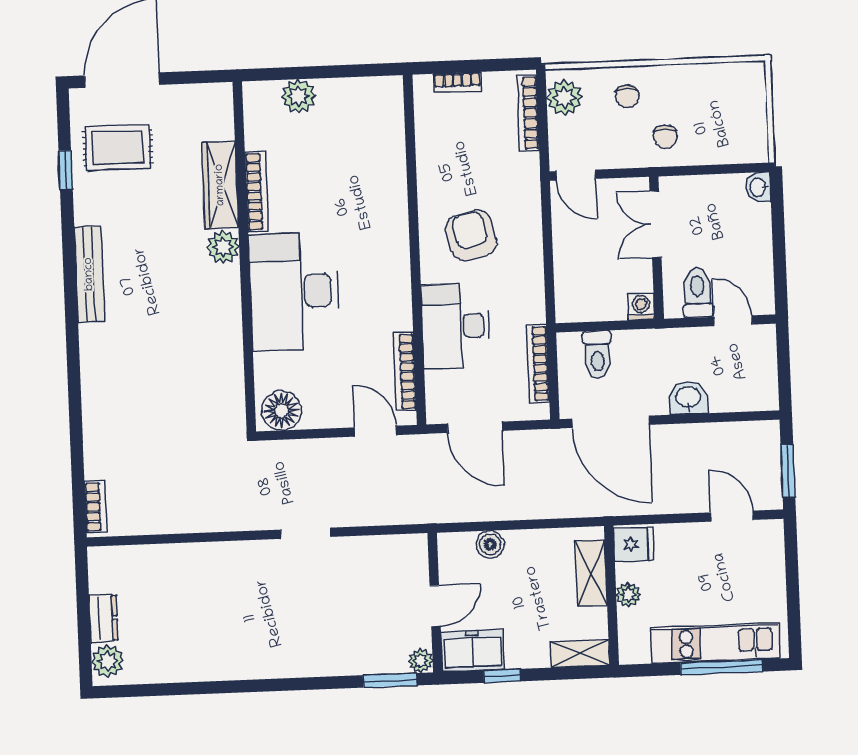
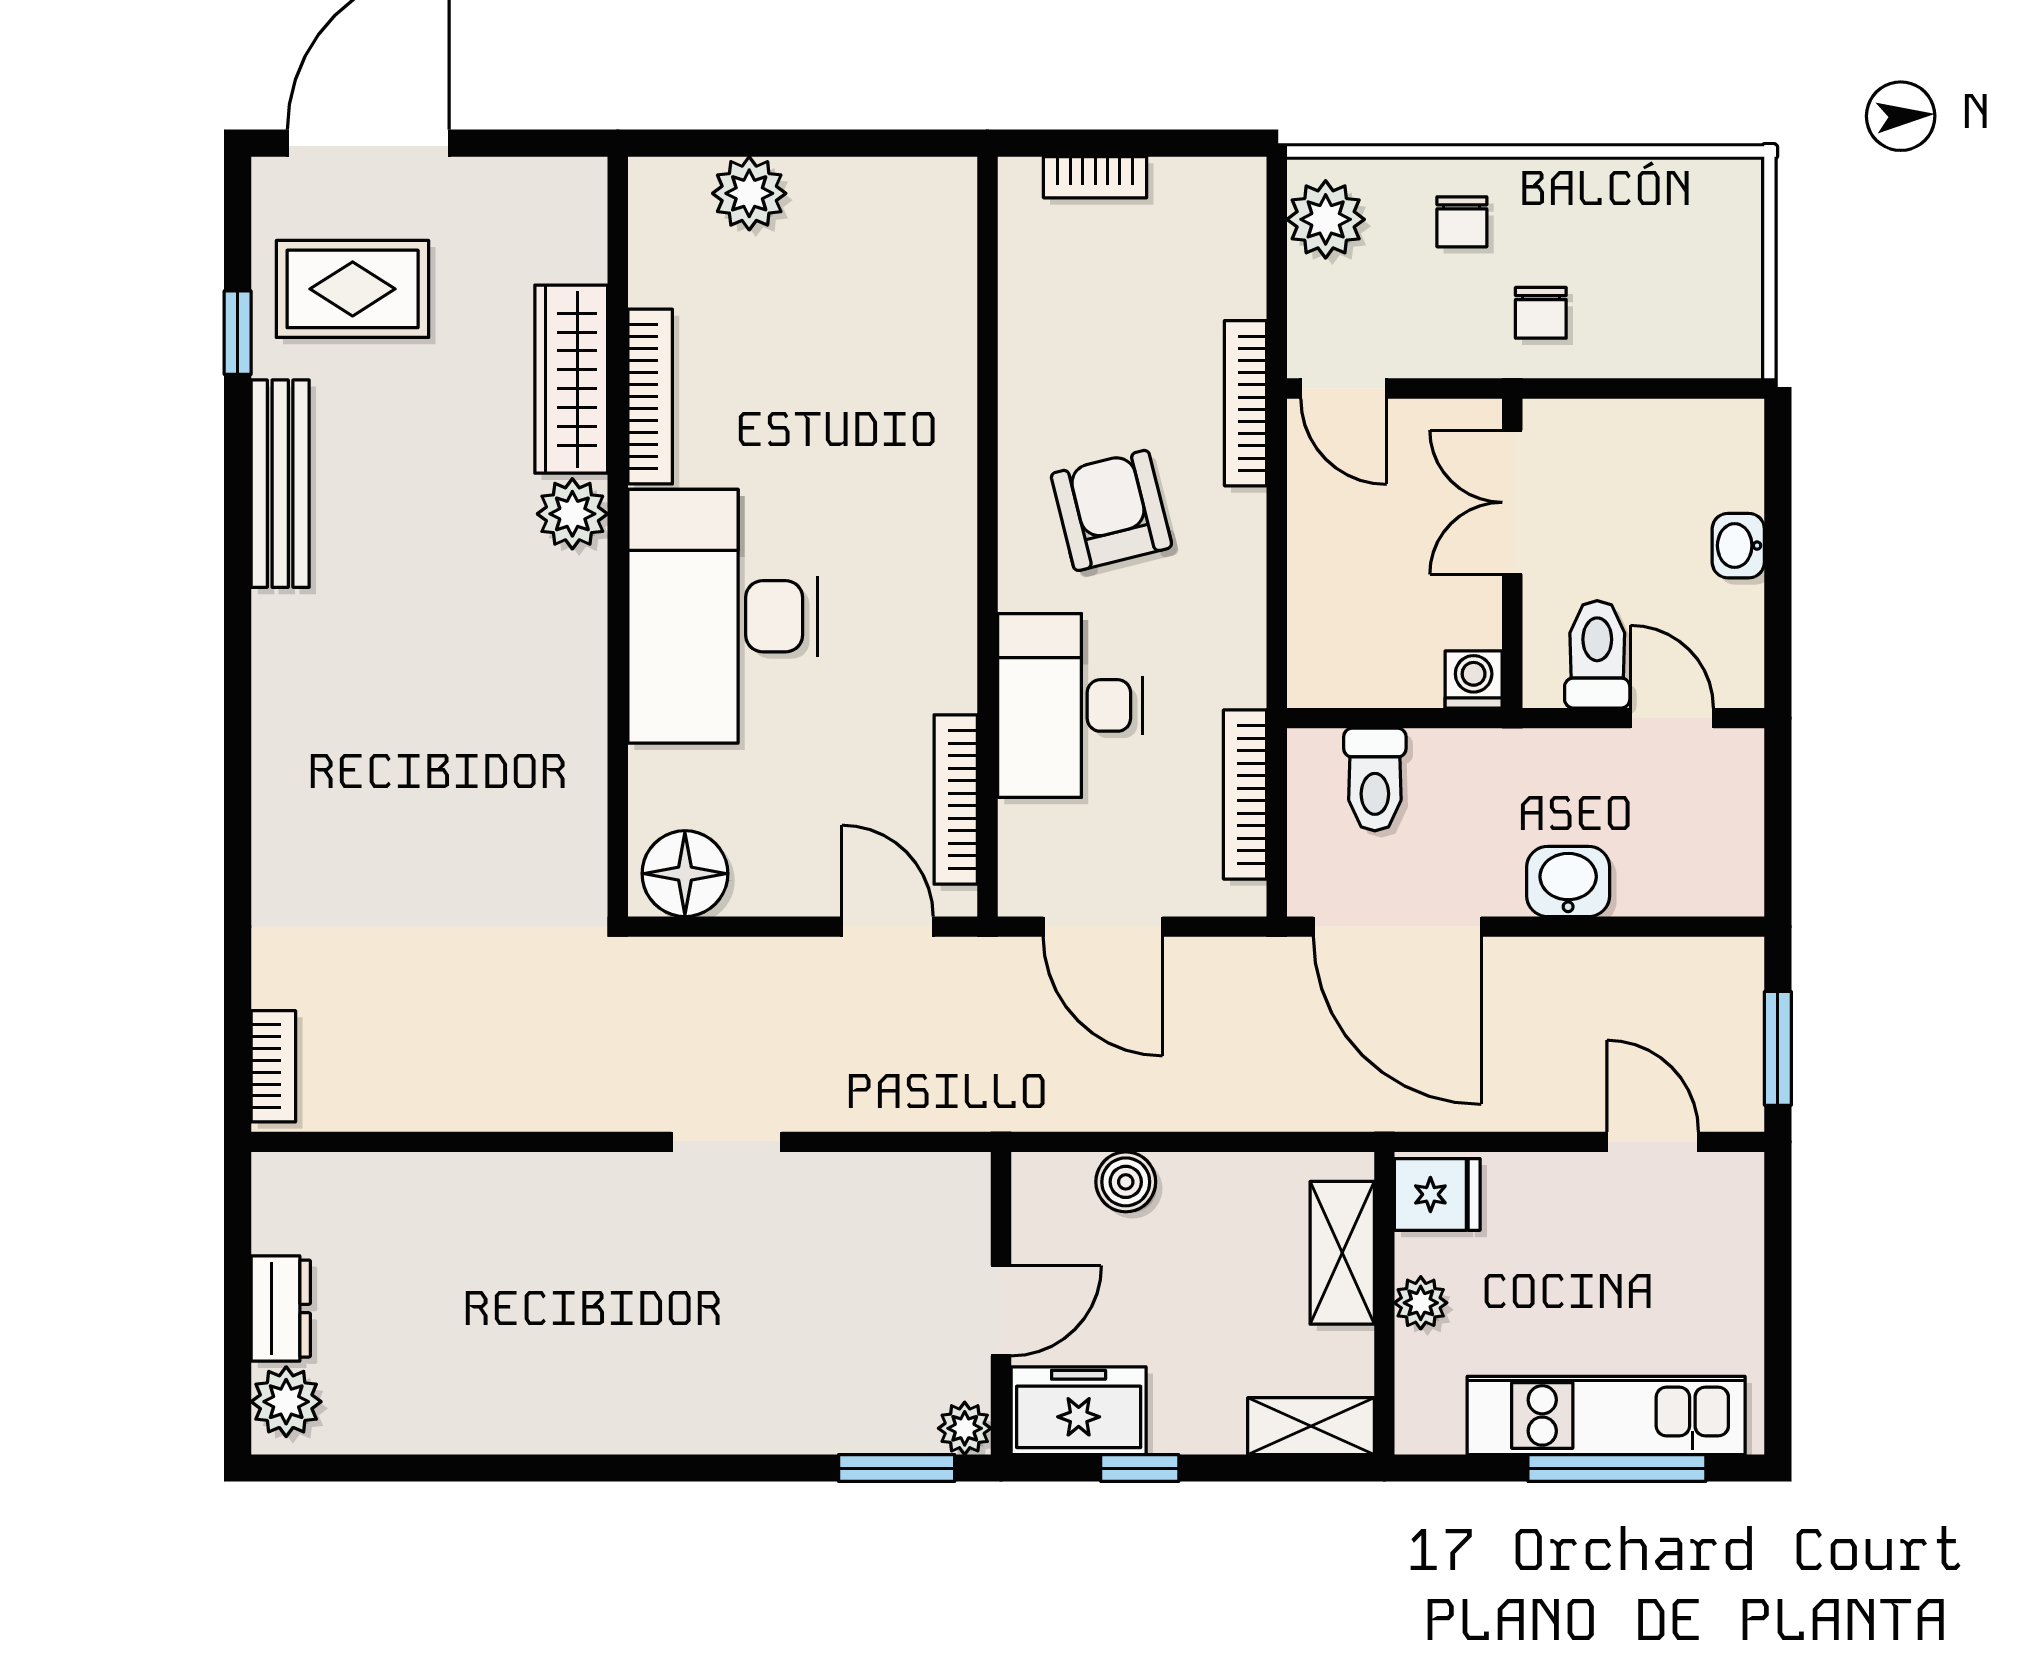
bookcase: (528, 113) -> (1246, 403), moved
washbasin: (758, 187) -> (1738, 546), moved
bench: (89, 274) -> (280, 484), moved

